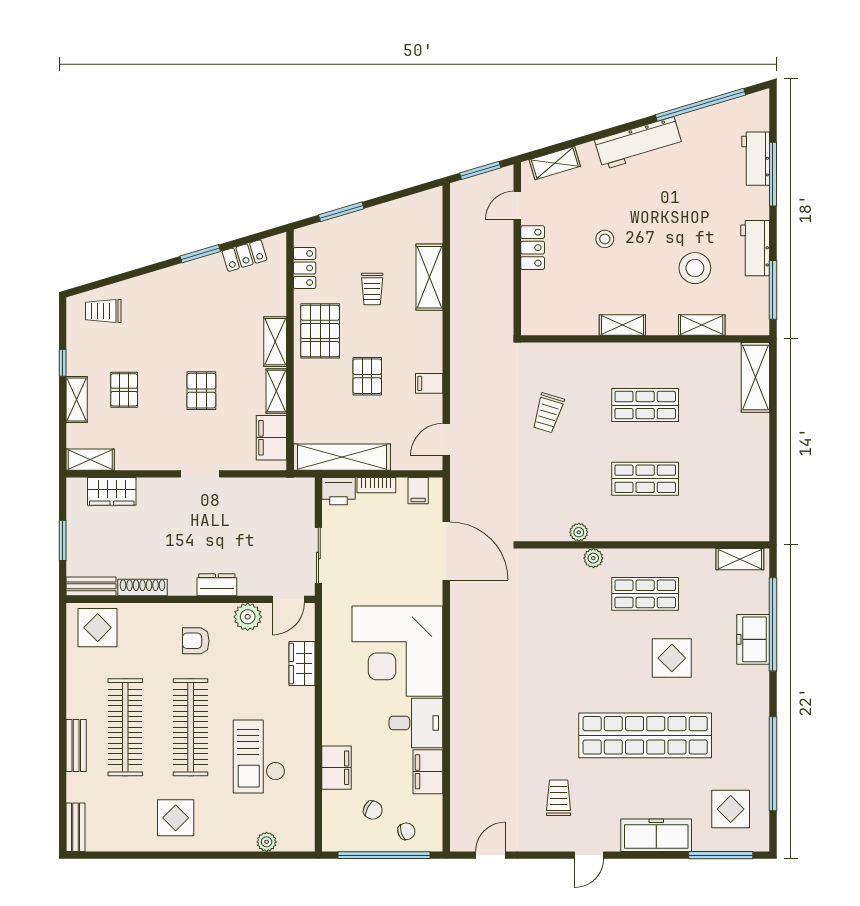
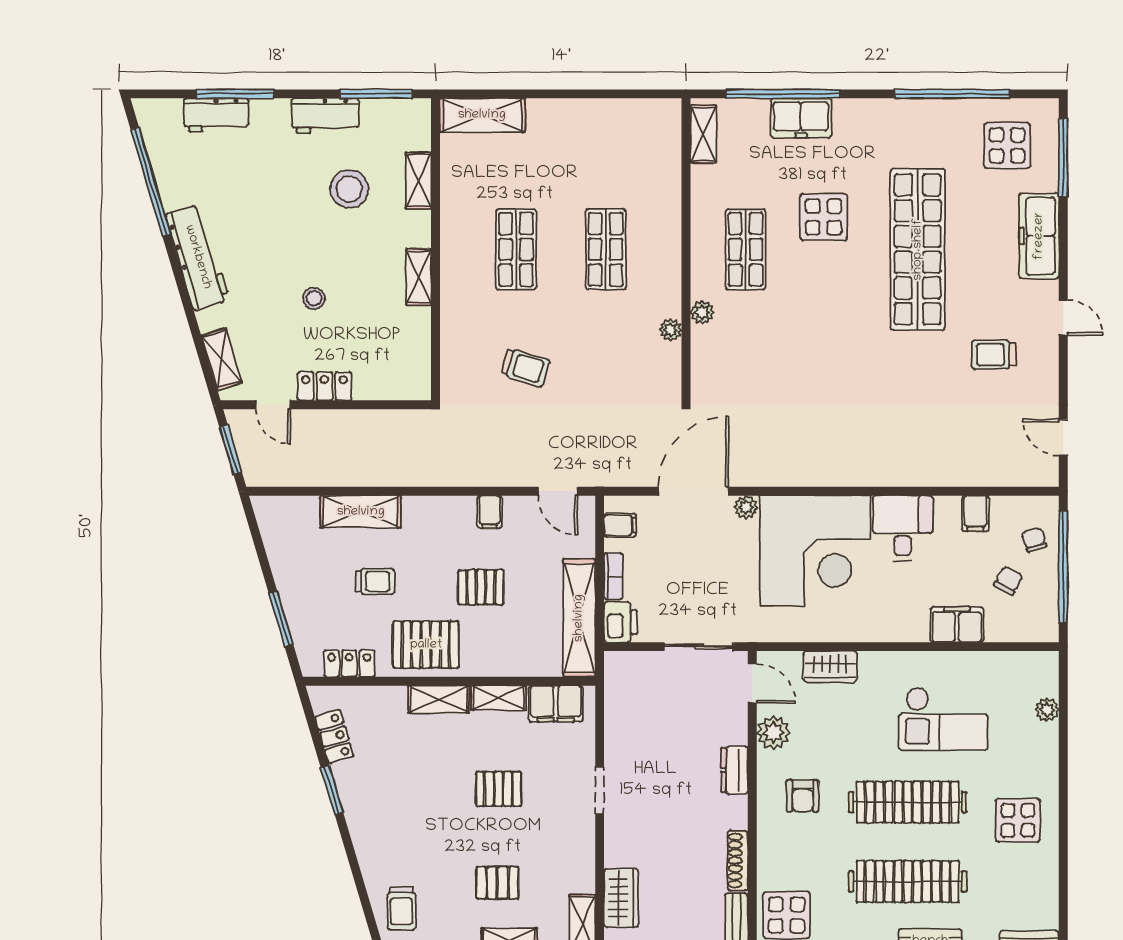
plant: (433, 594) -> (746, 507), added
filing cabinet: (428, 772) -> (975, 513), width x0.50

